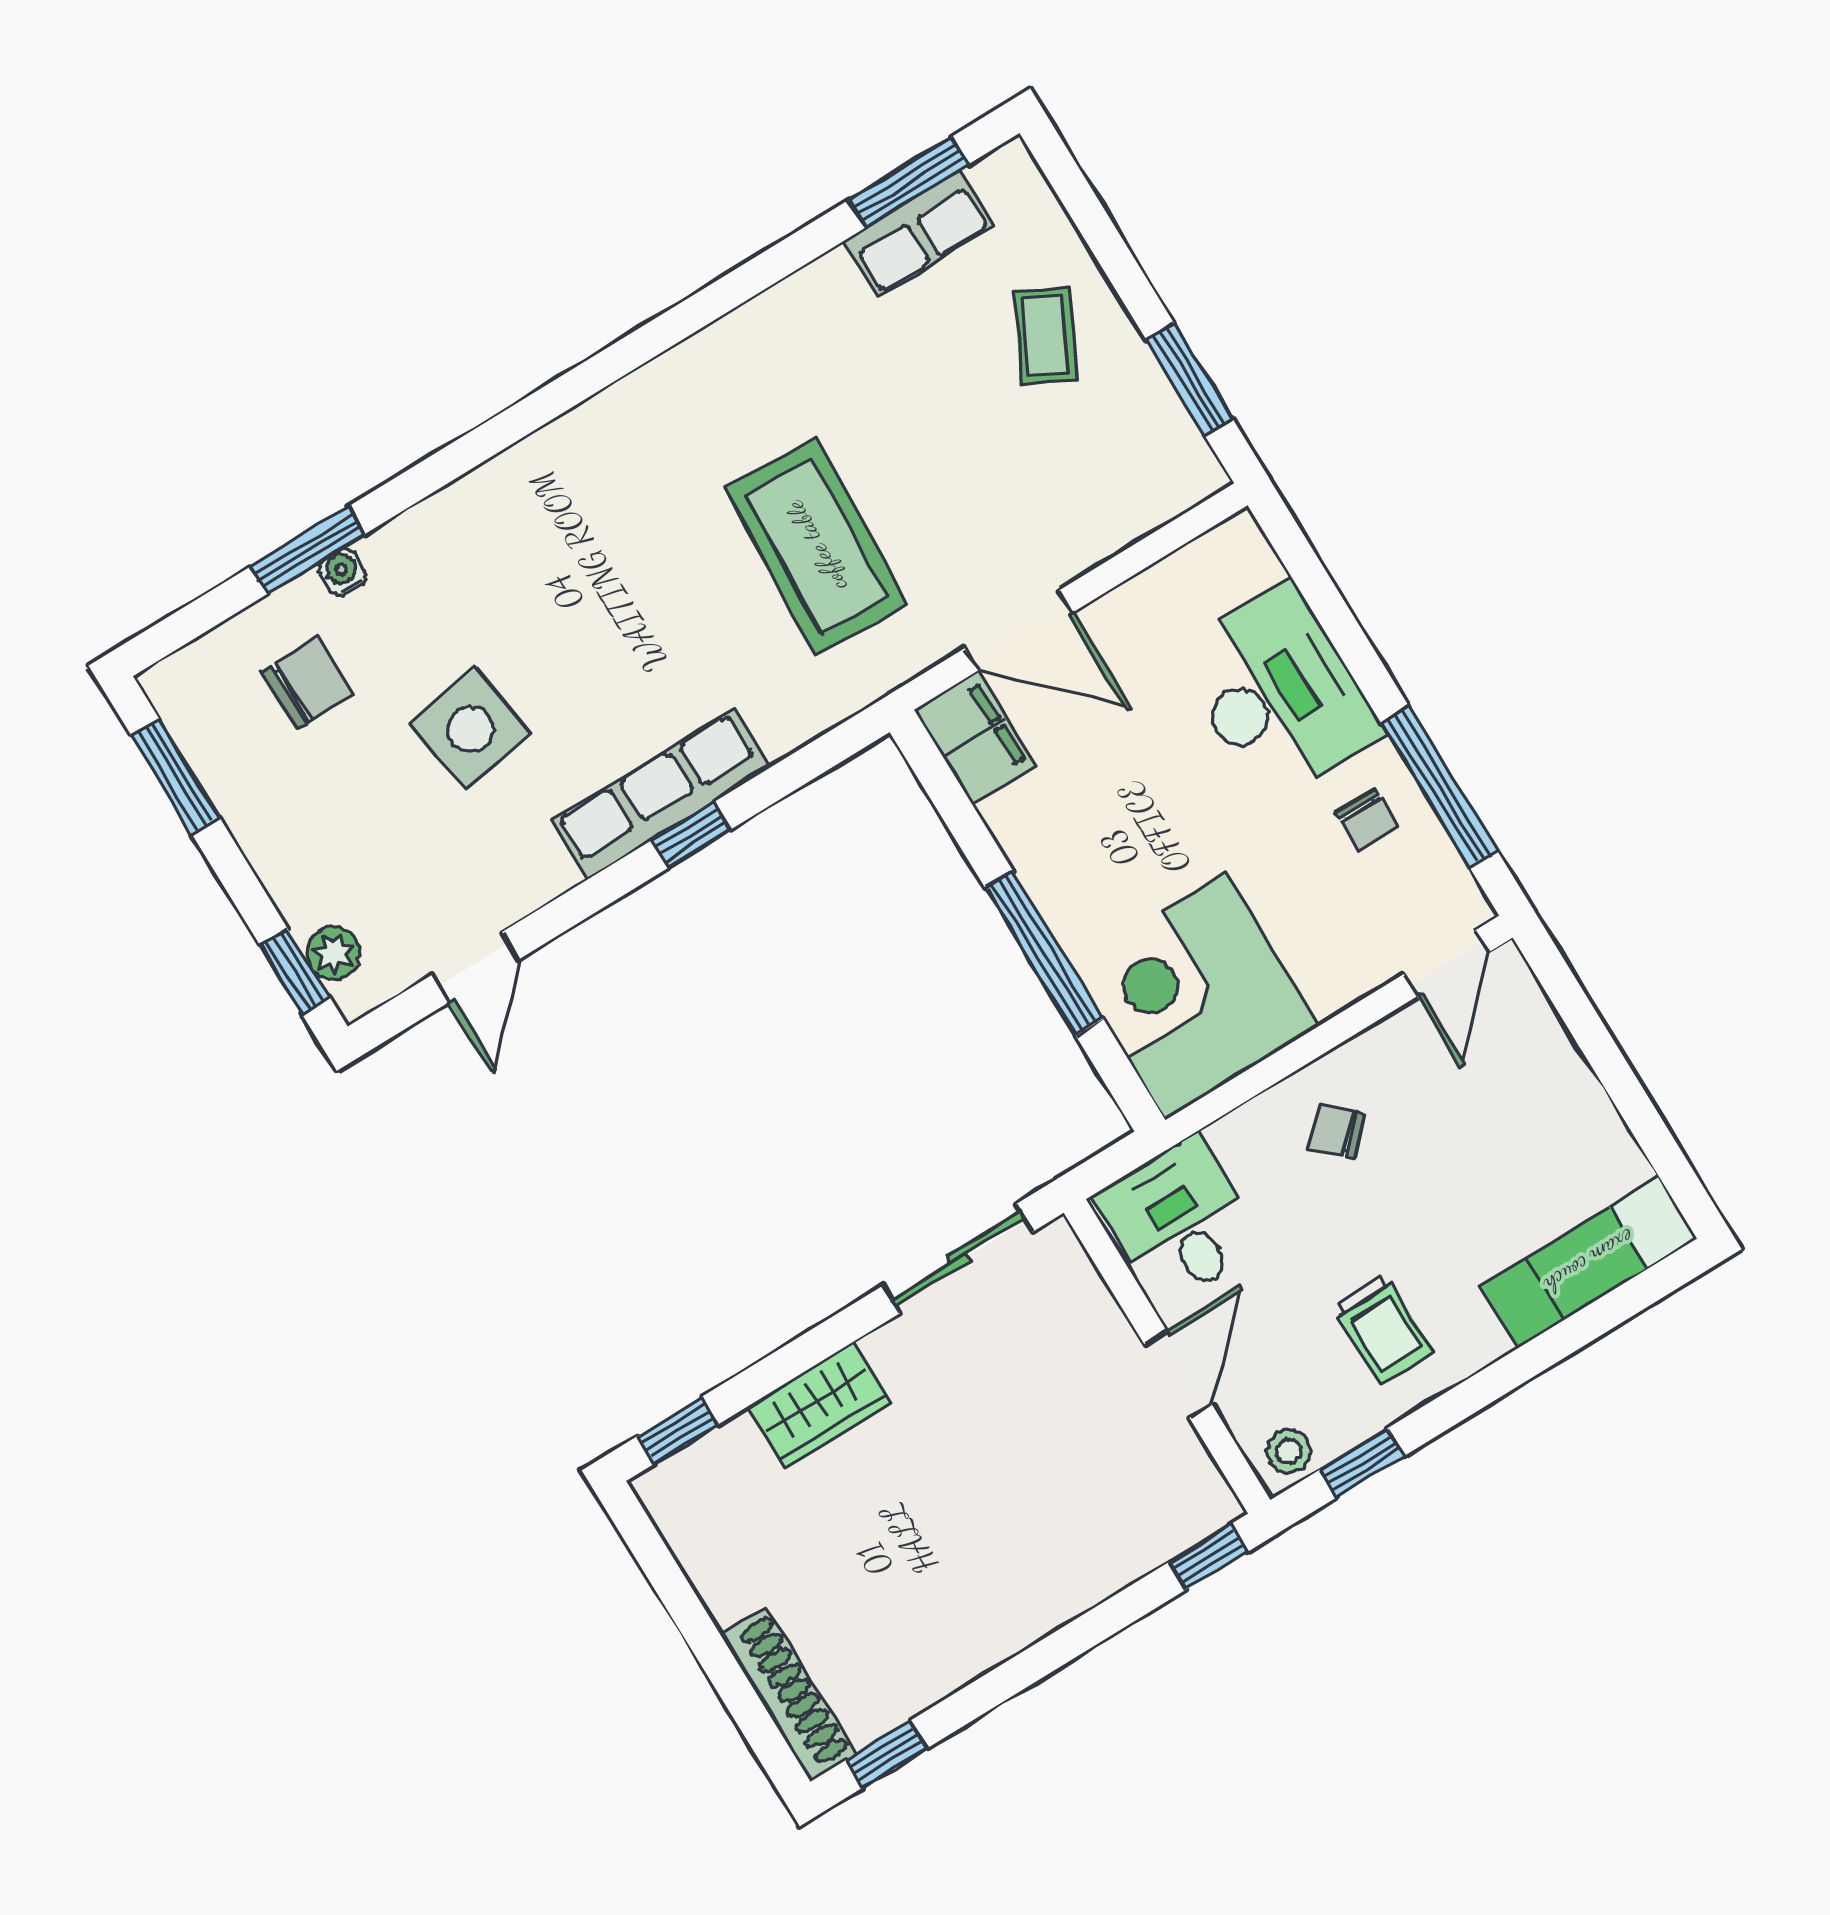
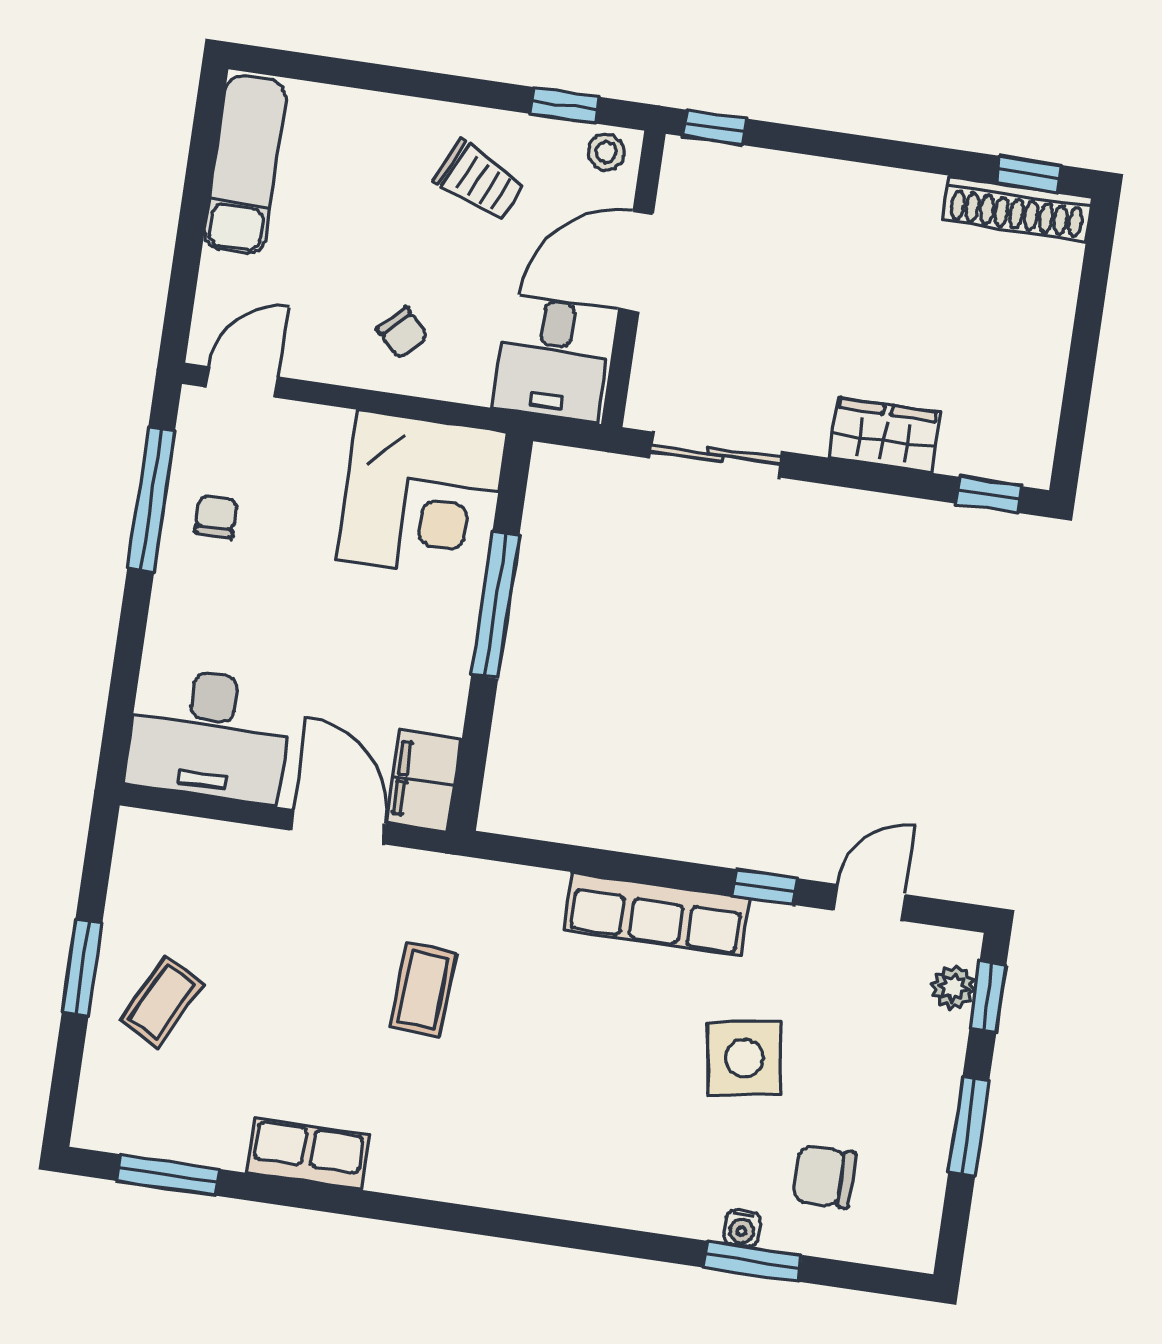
row of seats: (919, 233) -> (308, 1154), moved
window: (1190, 380) -> (82, 968), moved
coffee table: (816, 546) -> (423, 990), width x0.54, depth x0.58
desk: (1278, 694) -> (208, 735), moved, turned -90
window: (175, 776) -> (969, 1126), moved
window: (691, 835) -> (765, 887), moved
exam couch: (1589, 1262) -> (245, 165), moved, turned -90
trolley: (1383, 1328) -> (479, 181), turned 115
door: (1178, 1374) -> (636, 262), width x1.37
shoe rack: (788, 1694) -> (1017, 208), moved, turned -90

